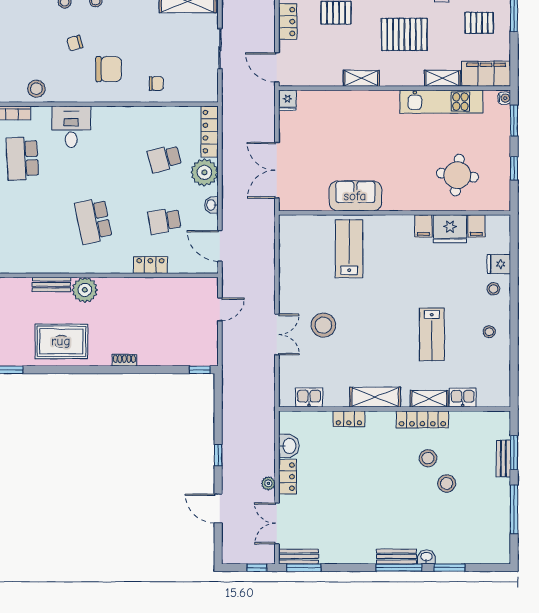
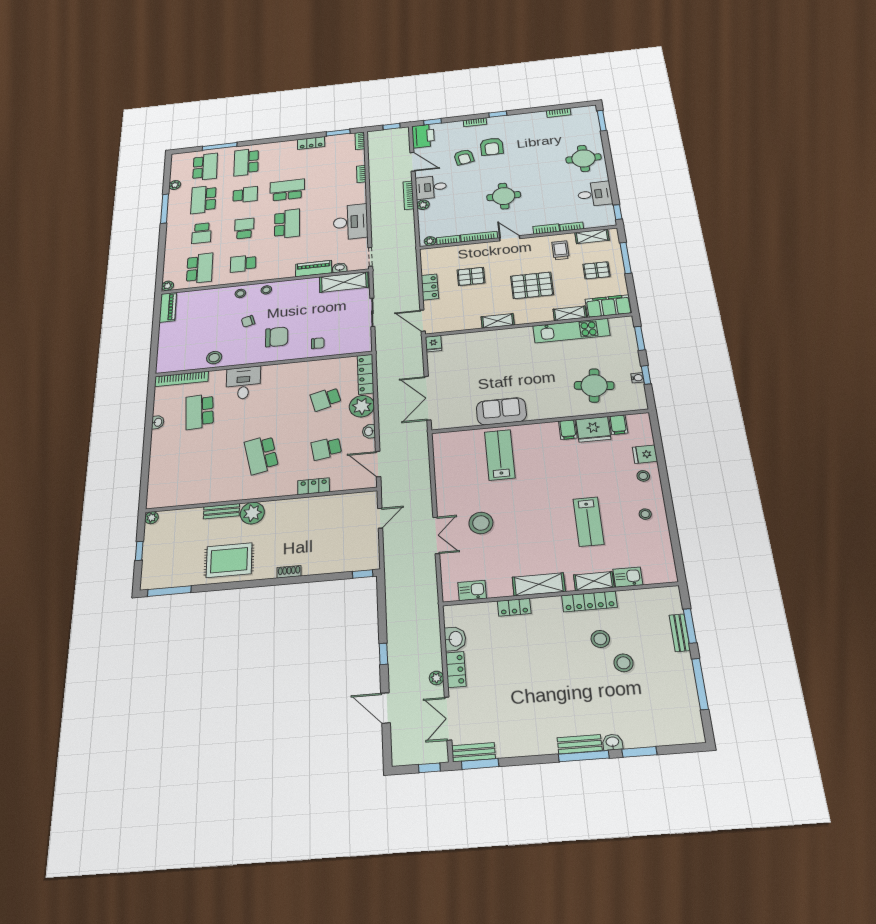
water cooler: (504, 98) -> (637, 378), moved

